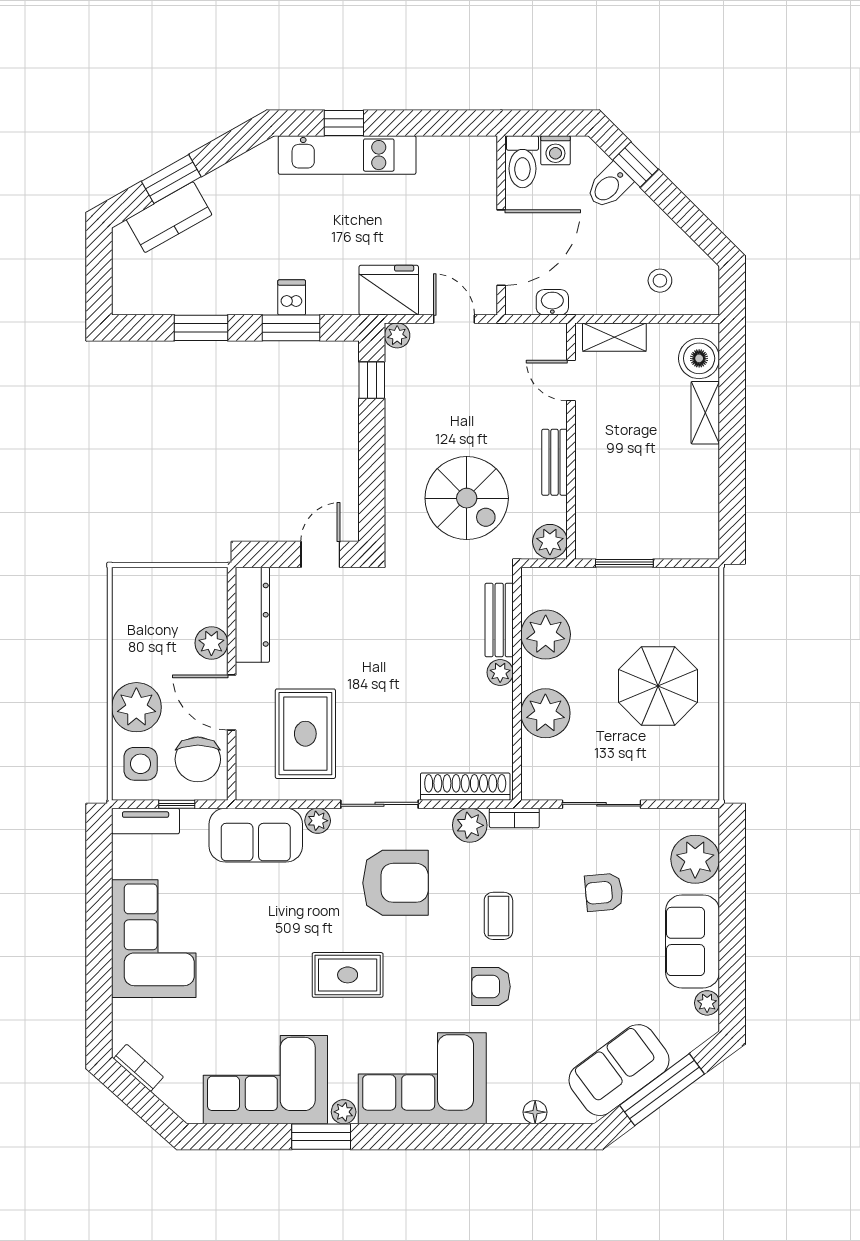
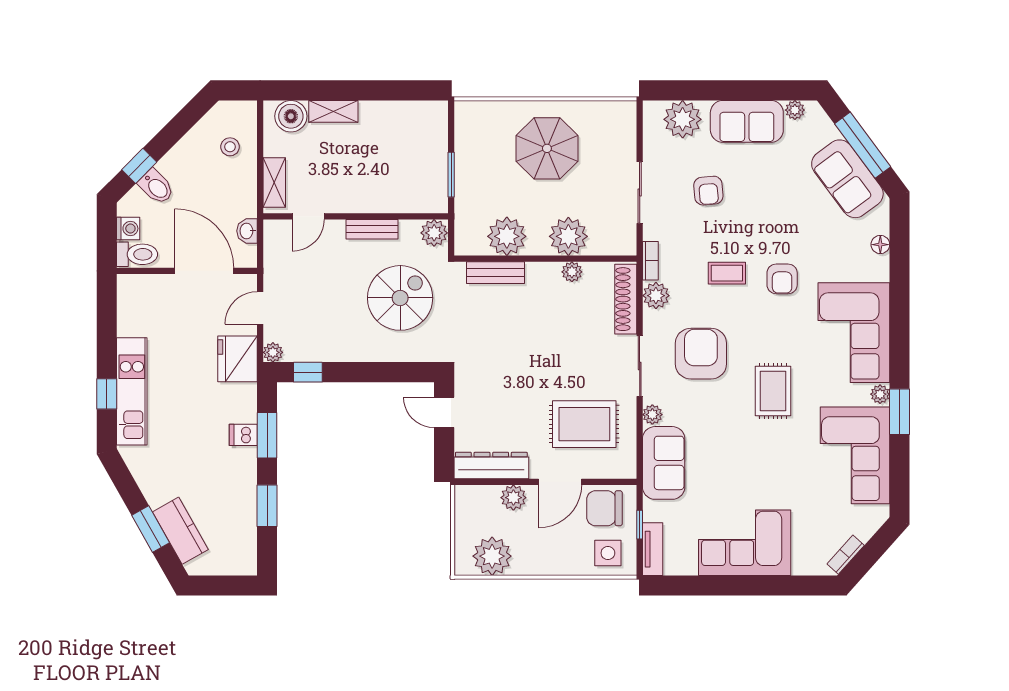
plant: (500, 672) -> (572, 272), moved
plant: (136, 707) -> (492, 556), moved
chair: (198, 759) -> (604, 508), turned 180

